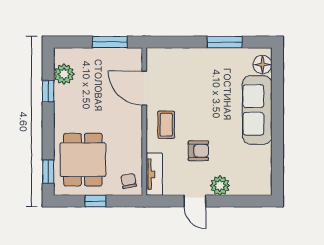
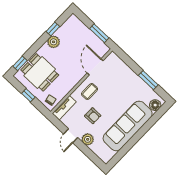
plant: (64, 74) -> (54, 42), moved
sofa: (257, 110) -> (128, 126), width x1.36, depth x1.27
dining table: (83, 160) -> (40, 72), turned 90

